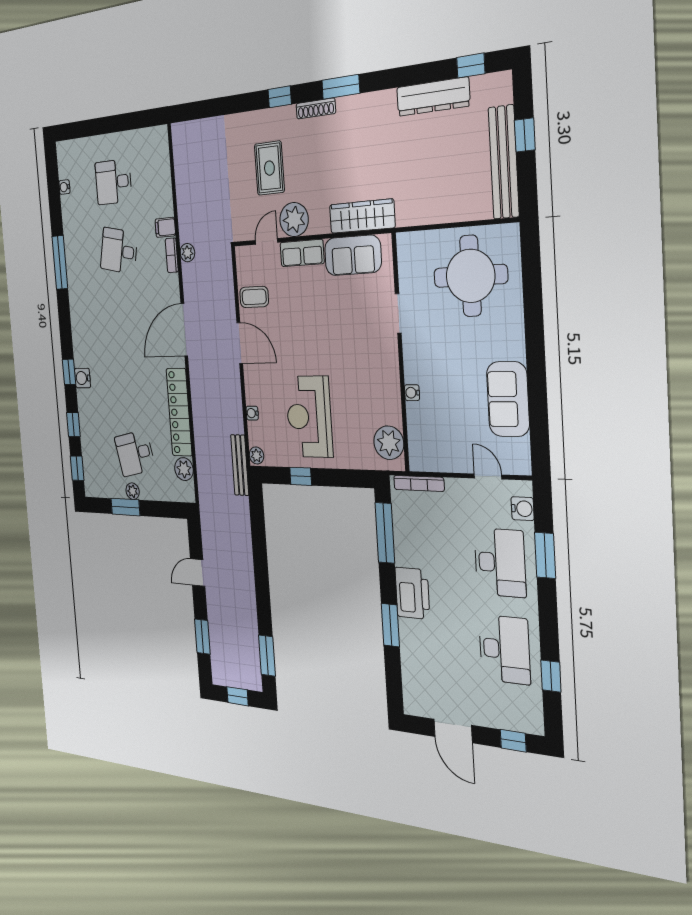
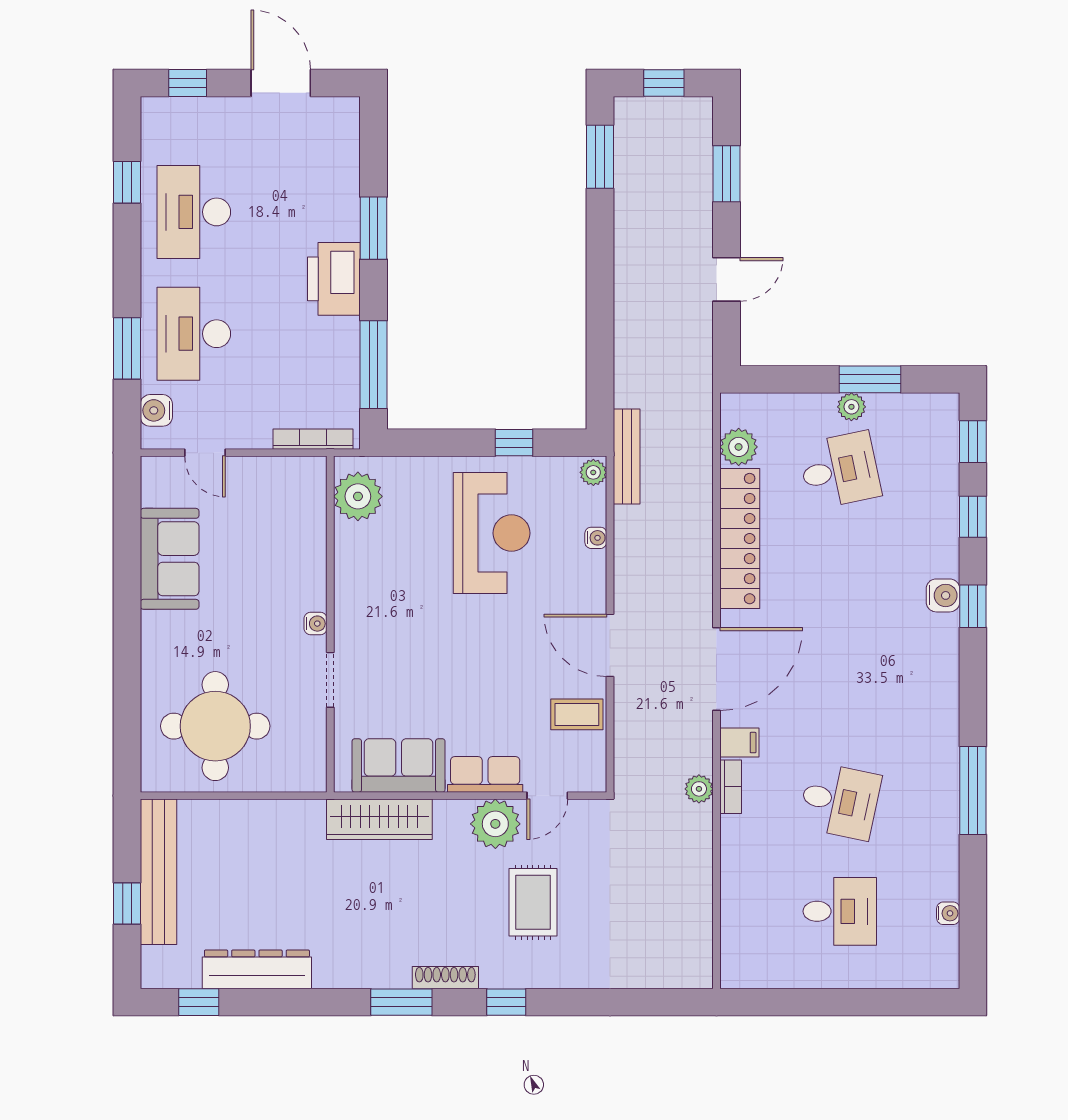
filing cabinet: (165, 227) -> (739, 743), moved
water cooler: (412, 393) -> (315, 624), moved

